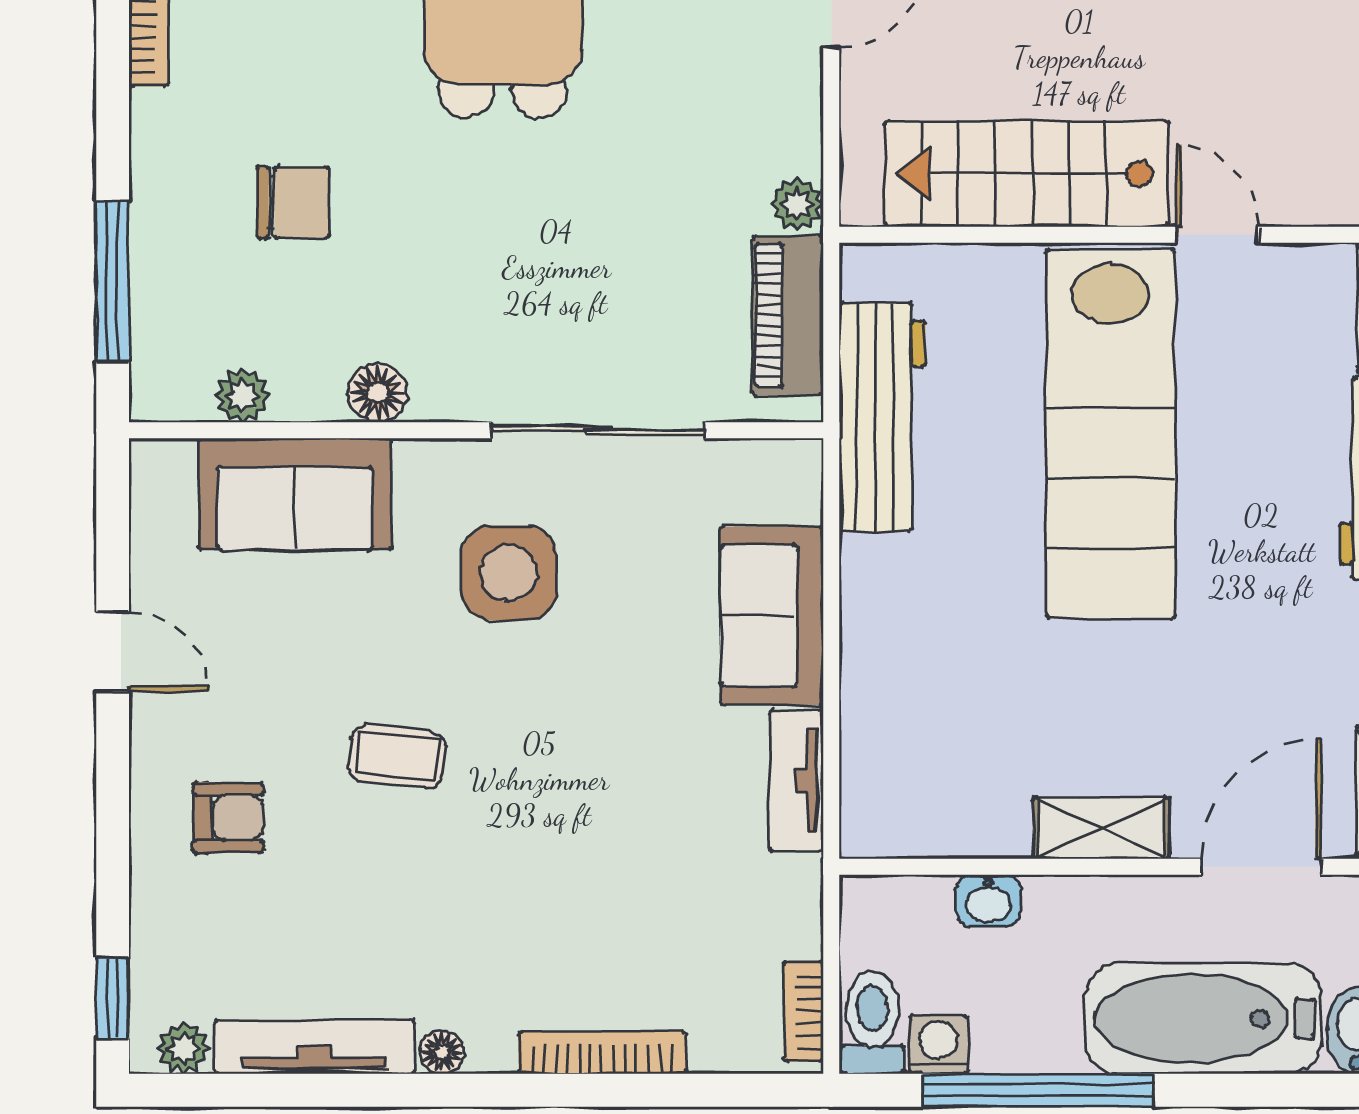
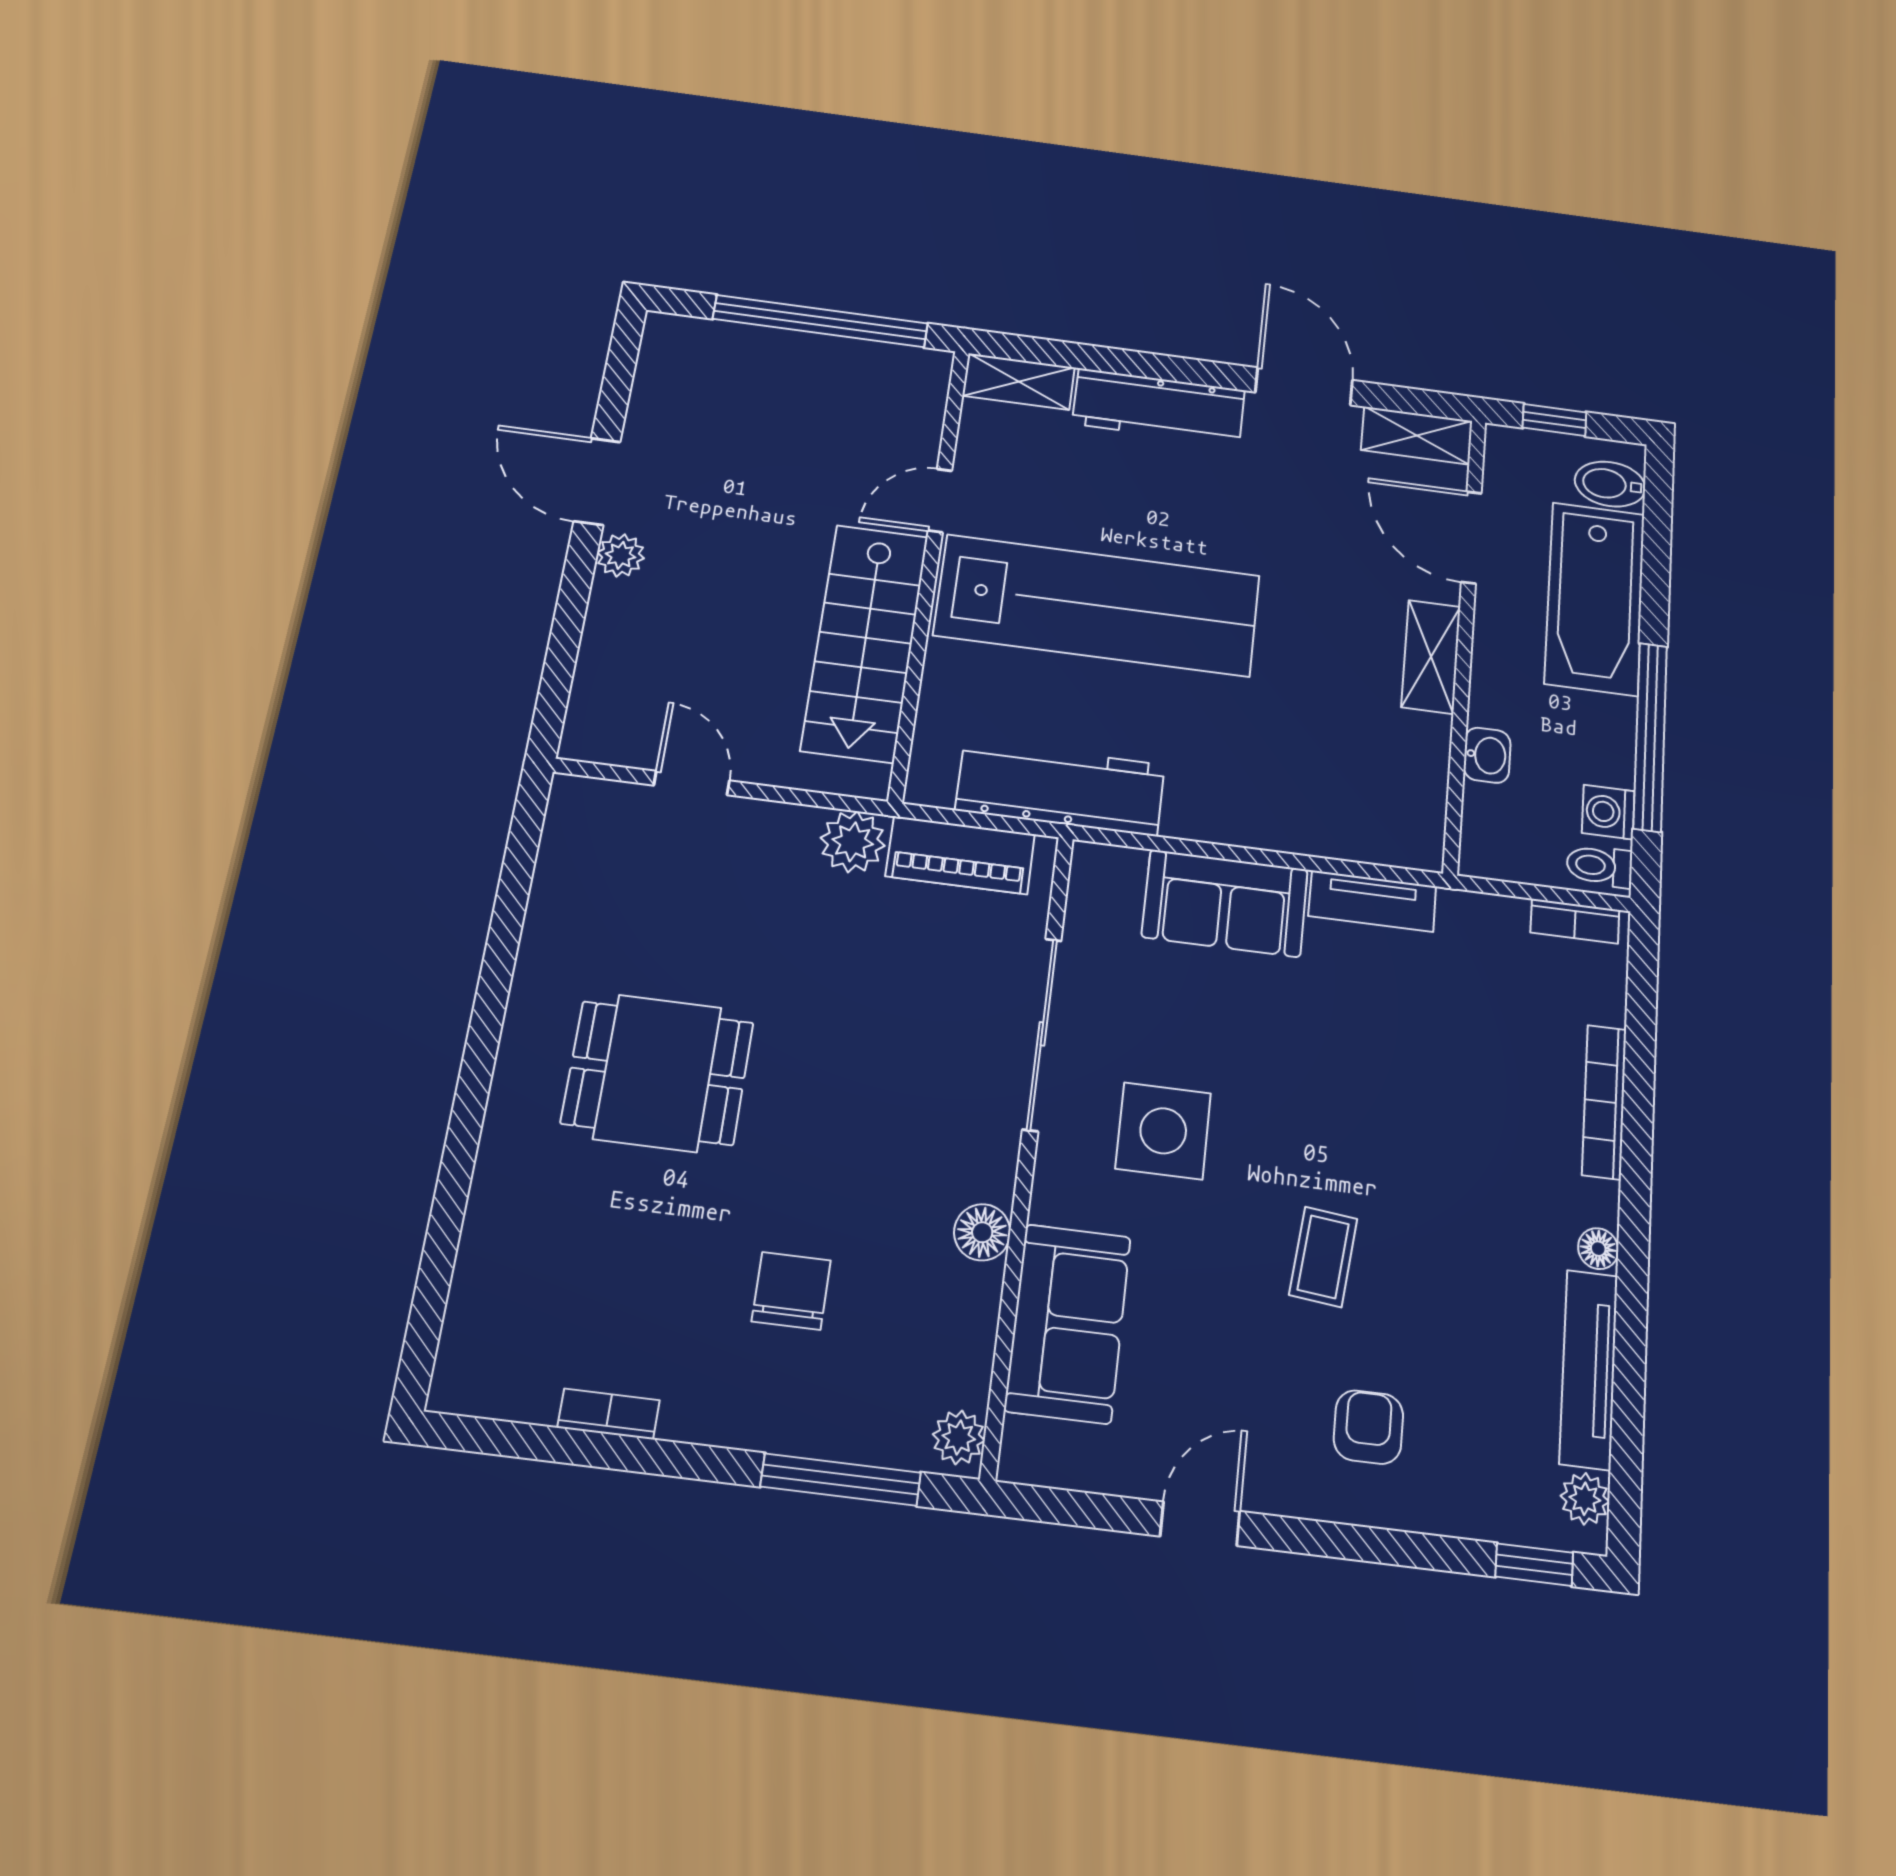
plant: (797, 204) -> (853, 842), width x1.38, depth x1.38
plant: (243, 395) -> (959, 1437), moved
toilet: (872, 1022) -> (1600, 866), width x0.73, depth x0.72

